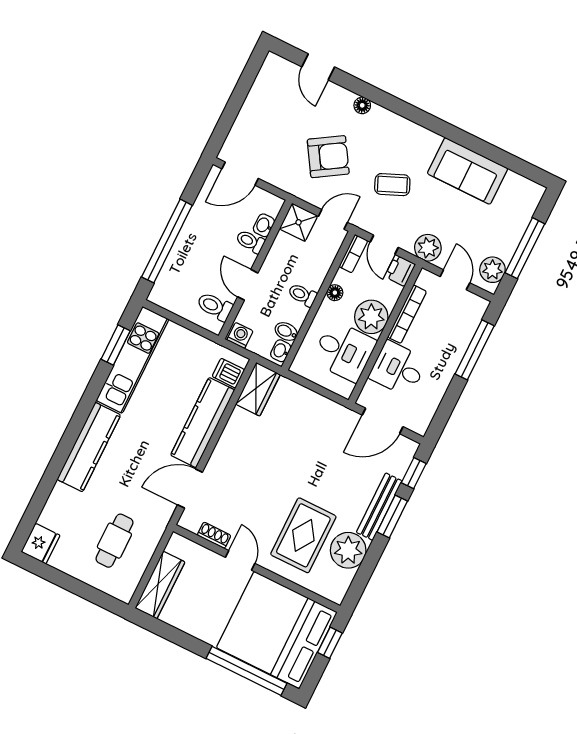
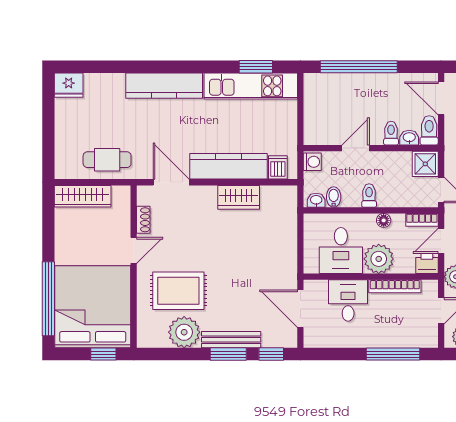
toilet: (215, 306) -> (429, 130), moved
wardrobe: (258, 389) -> (239, 197), moved
cafe table: (114, 541) -> (107, 160), moved

